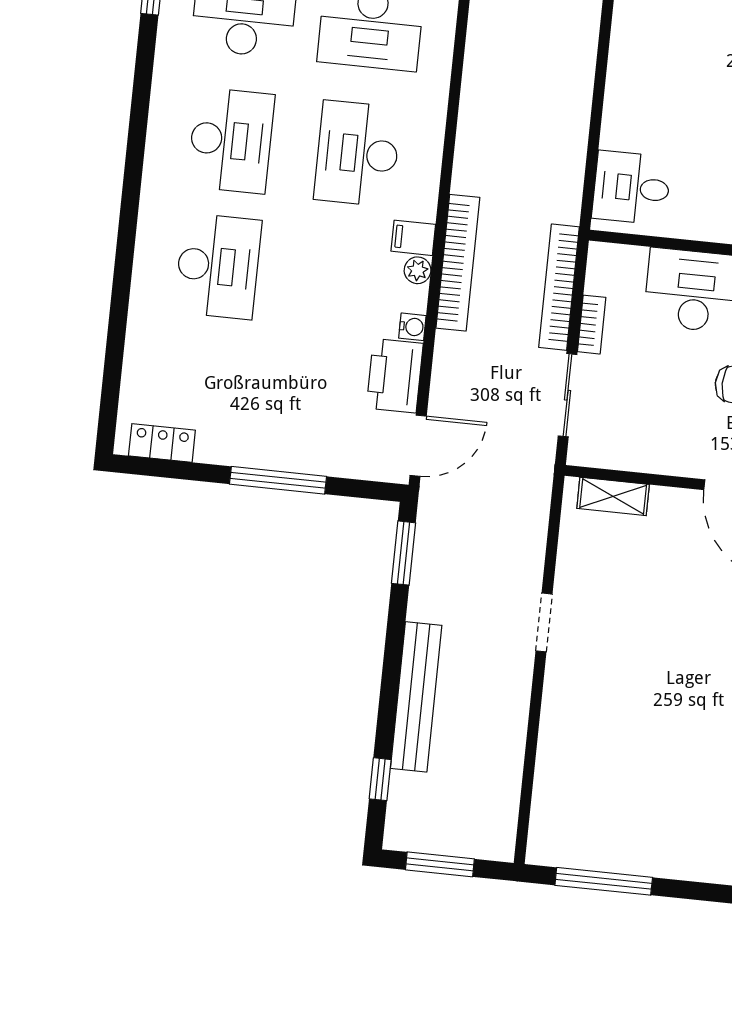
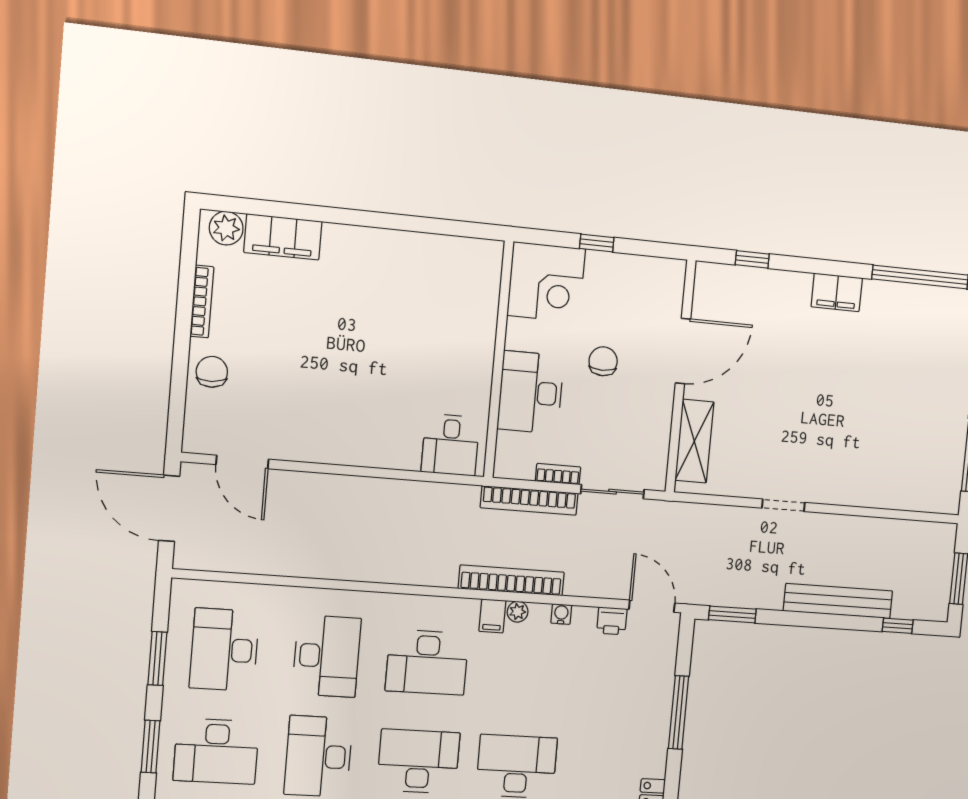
printer: (395, 376) -> (612, 621), width x0.53, depth x0.68
shelving: (613, 496) -> (694, 441), width x1.50, depth x1.33

